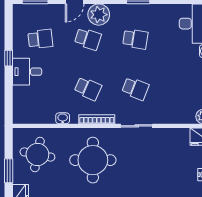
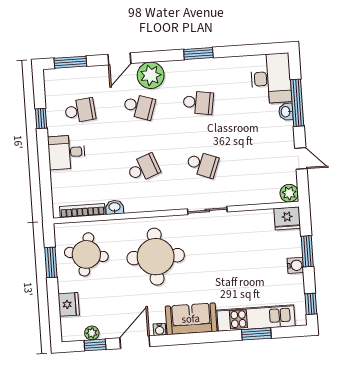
window: (9, 58) -> (41, 118), moved
school desk: (88, 89) -> (143, 168), turned -45
bookcase: (97, 119) -> (82, 211), moved
window: (9, 171) -> (51, 262), moved

